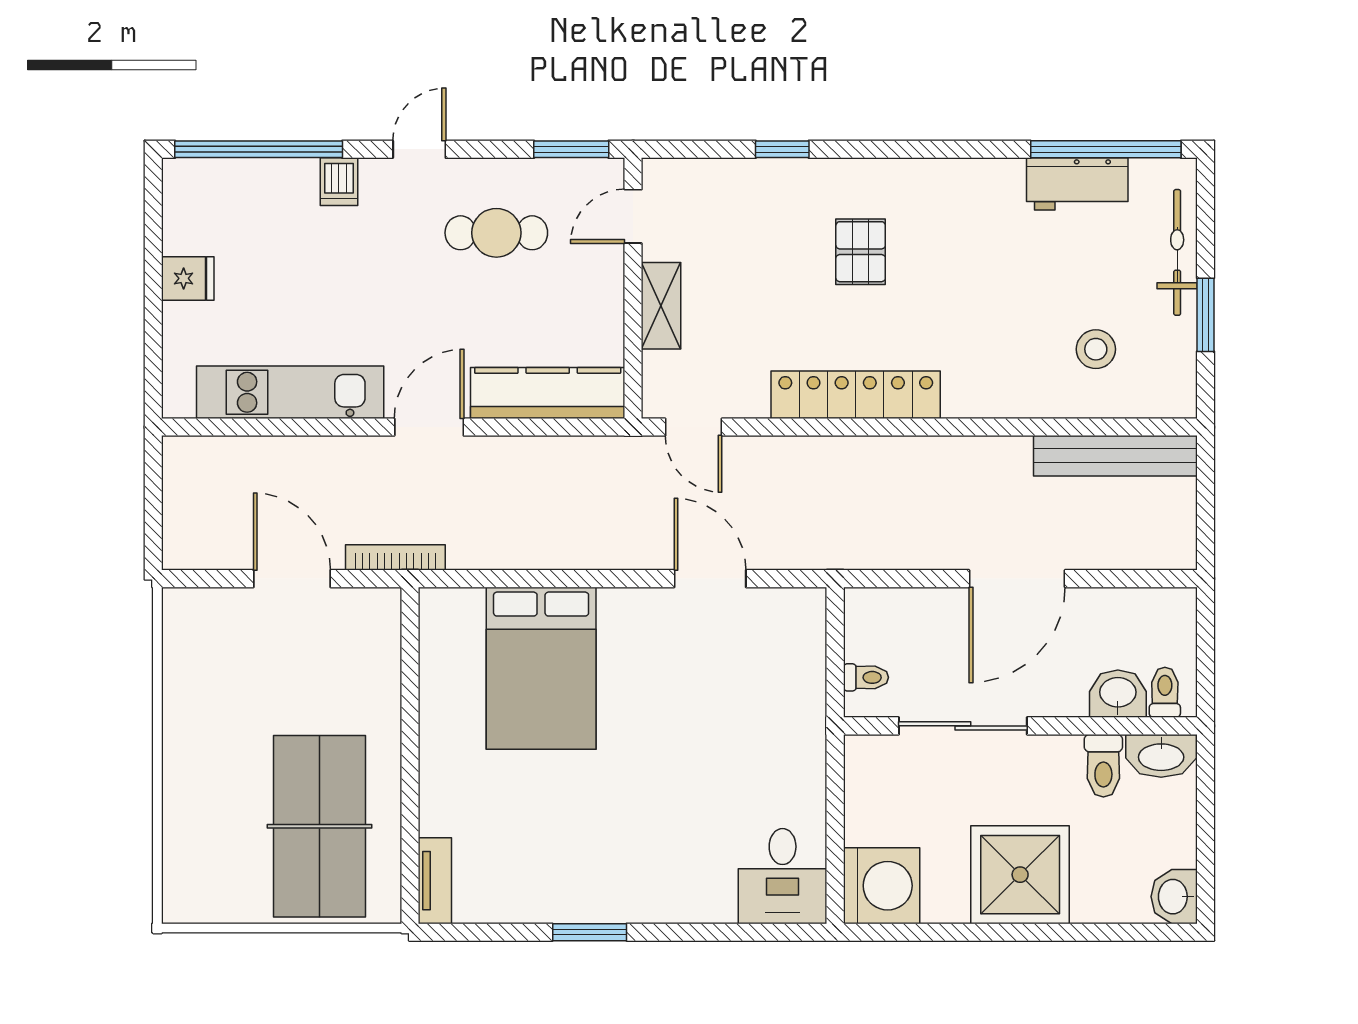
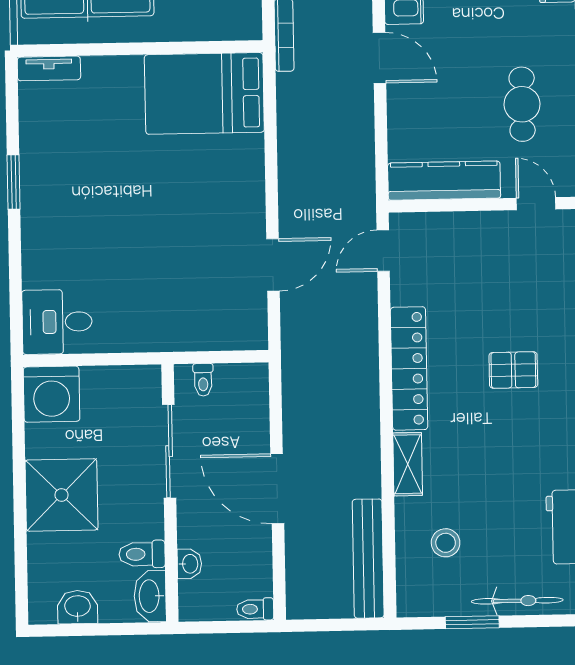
shelving: (661, 306) -> (408, 464), moved, turned 90
kitchen counter: (548, 393) -> (444, 181), moved, turned -90
bed: (541, 668) -> (204, 93), moved
toilet: (1165, 692) -> (255, 609), moved, turned 180
washbasin: (1118, 694) -> (189, 564), width x0.72, depth x0.69
washbasin: (1174, 897) -> (78, 607), moved

